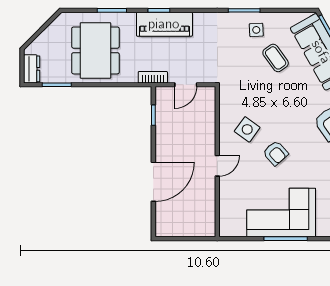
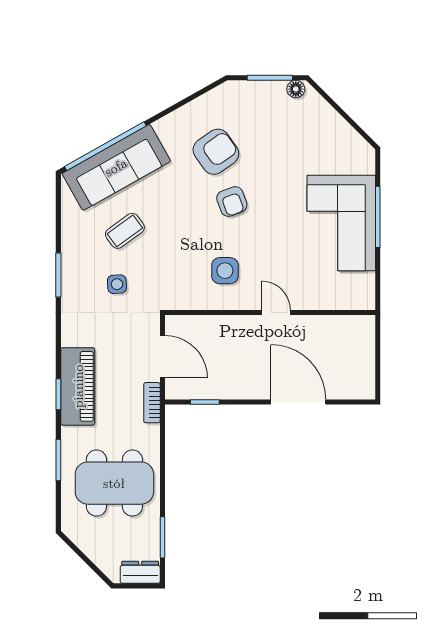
side table: (256, 30) -> (117, 284), moved
door: (186, 85) -> (162, 357), width x1.38
side table: (247, 129) -> (225, 271), turned -36
armchair: (276, 153) -> (232, 202), moved, turned 112

